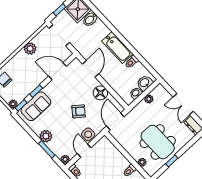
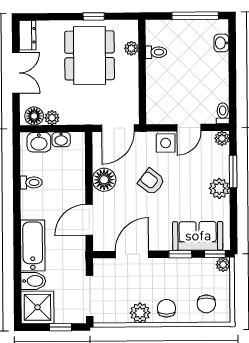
bathtub: (117, 48) -> (33, 245), moved
chair: (20, 61) -> (166, 308), added
door: (58, 71) -> (132, 254), swing flipped
floor lamp: (157, 92) -> (34, 116), added

